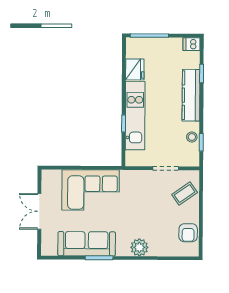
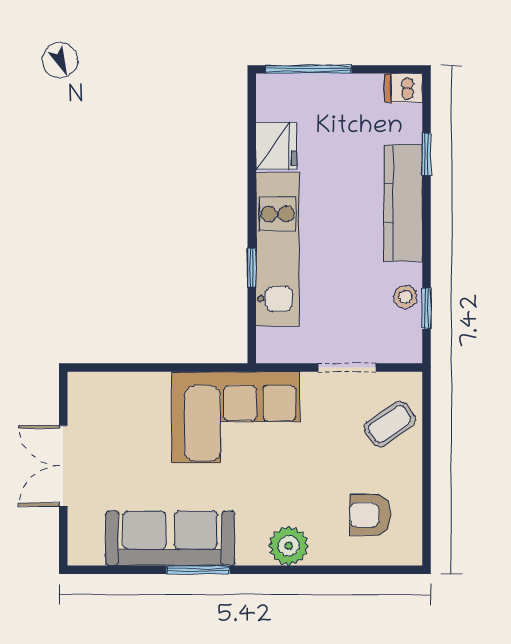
corner sofa: (91, 190) -> (236, 417), moved
armchair: (188, 233) -> (370, 515), moved, turned 90

